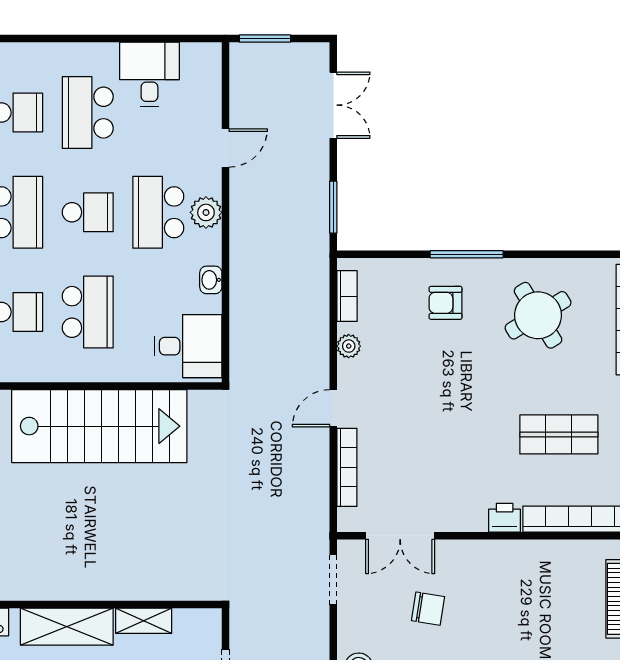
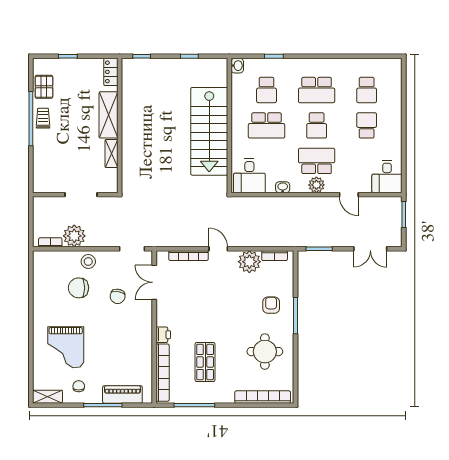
desk: (149, 74) -> (387, 177), moved, turned 90
school desk: (88, 113) -> (367, 125), width x0.54
round table: (538, 315) -> (265, 352), turned 31
plant: (349, 346) -> (249, 262), width x1.88, depth x1.88

